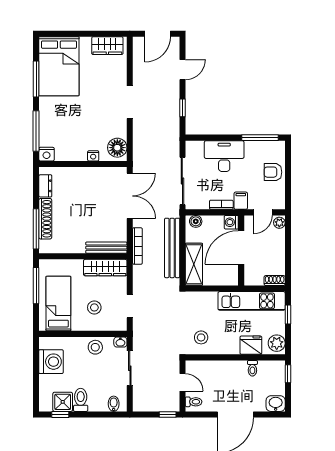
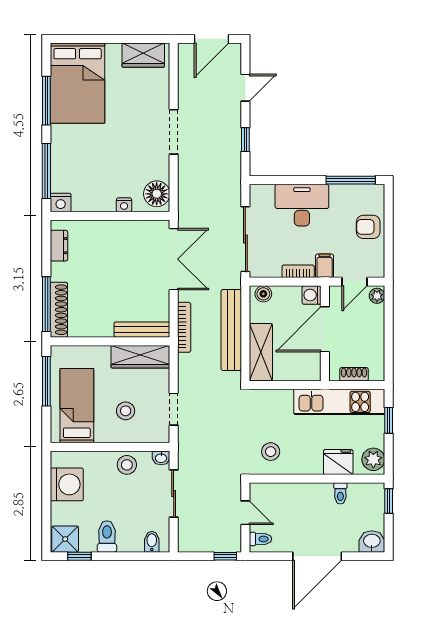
shoe rack: (45, 219) -> (59, 310), moved
shoe rack: (275, 281) -> (354, 374), moved
shower: (63, 402) -> (65, 539), moved

